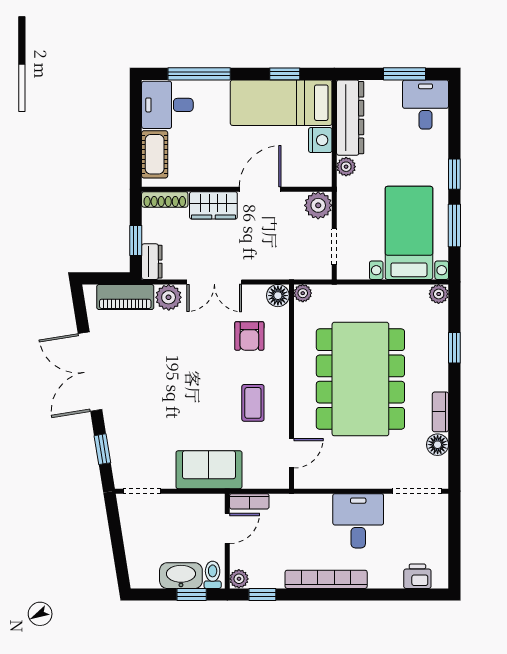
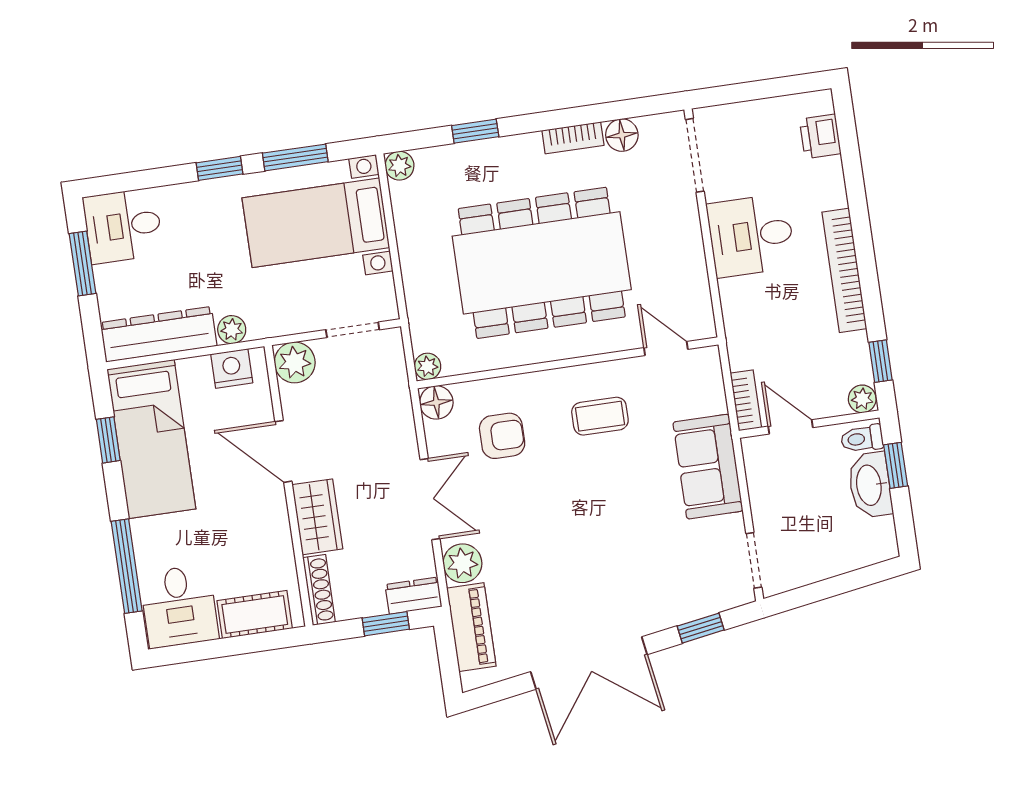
nightstand: (320, 140) -> (232, 368), moved

